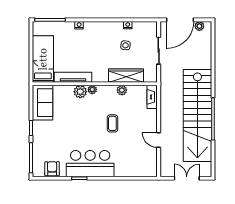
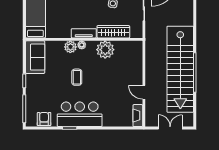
tv unit: (73, 77) -> (84, 33), moved, width x0.71
plant: (122, 90) -> (105, 50), width x1.88, depth x1.88
fireplace: (152, 97) -> (138, 116), moved
coffee table: (112, 123) -> (77, 77), moved

